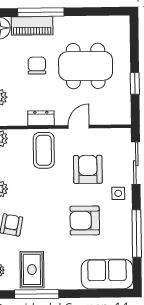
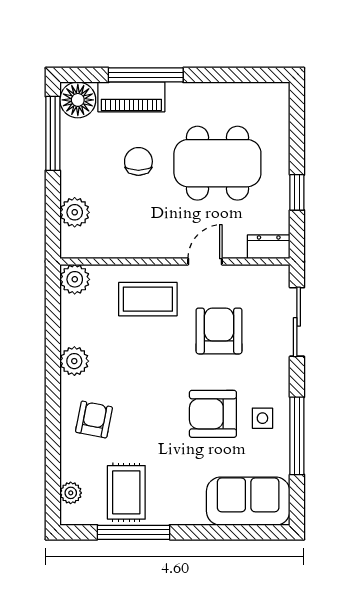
dresser: (41, 118) -> (269, 247), moved
coffee table: (44, 150) -> (148, 299), turned 90
side table: (118, 193) -> (262, 418), moved

